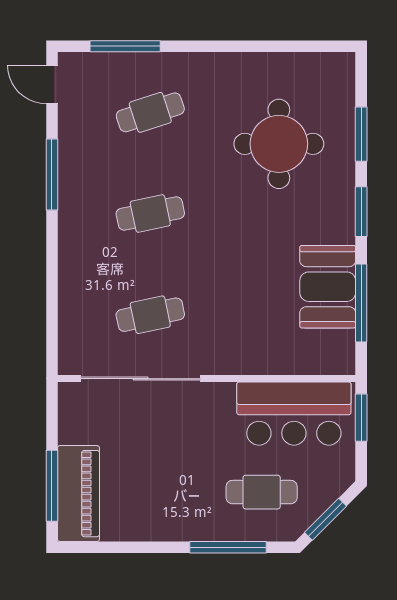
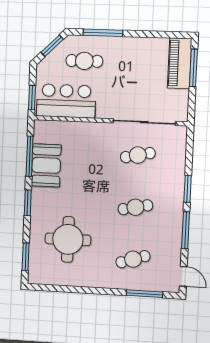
window: (361, 134) -> (26, 257), moved
window: (52, 254) -> (188, 189), added

